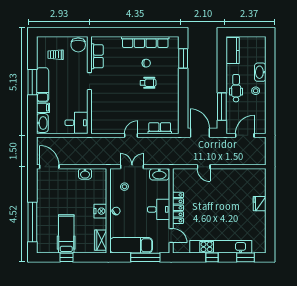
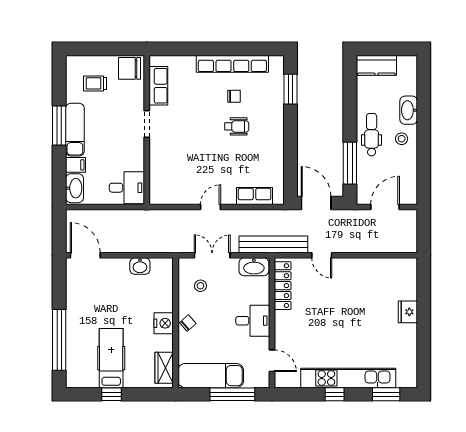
chair: (78, 45) -> (130, 68), turned 90
kitchen counter: (233, 51) -> (376, 65), moved, turned 90
bench: (172, 160) -> (273, 244), added
locker: (178, 208) -> (283, 286), moved

